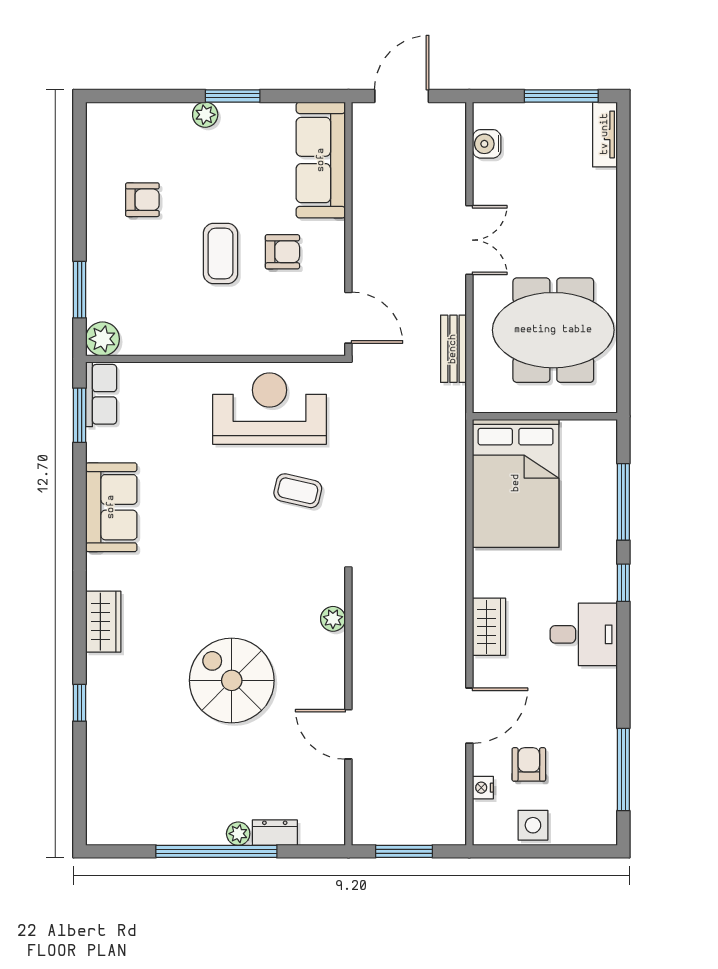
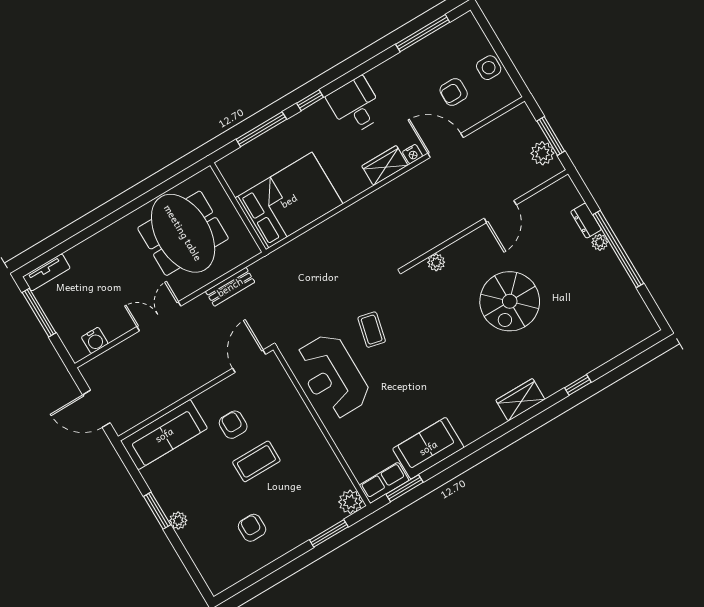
sofa: (111, 507) -> (428, 448), moved
nightstand: (483, 788) -> (412, 154), moved
plant: (389, 828) -> (542, 153), added

